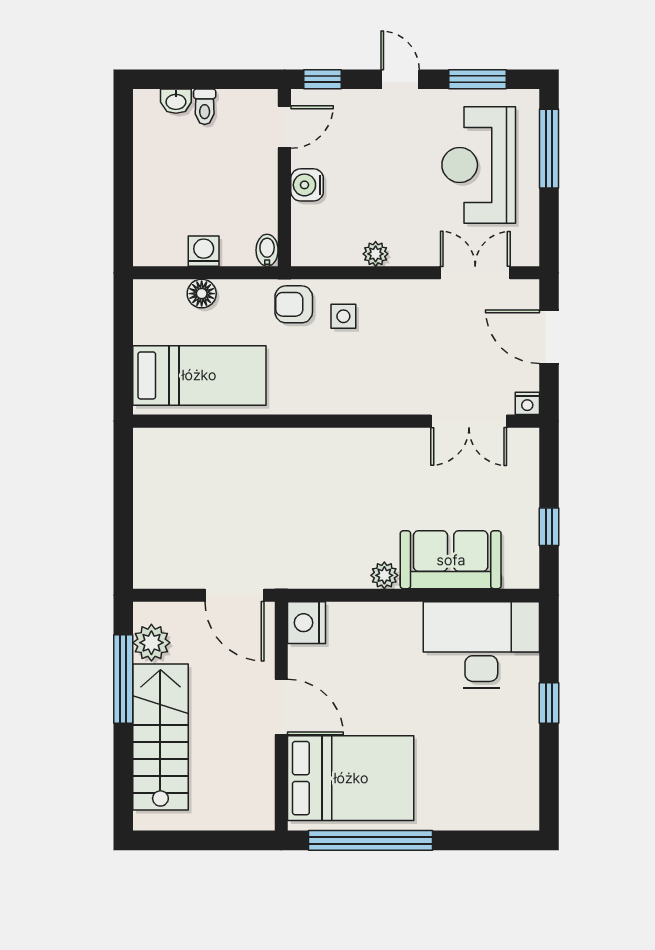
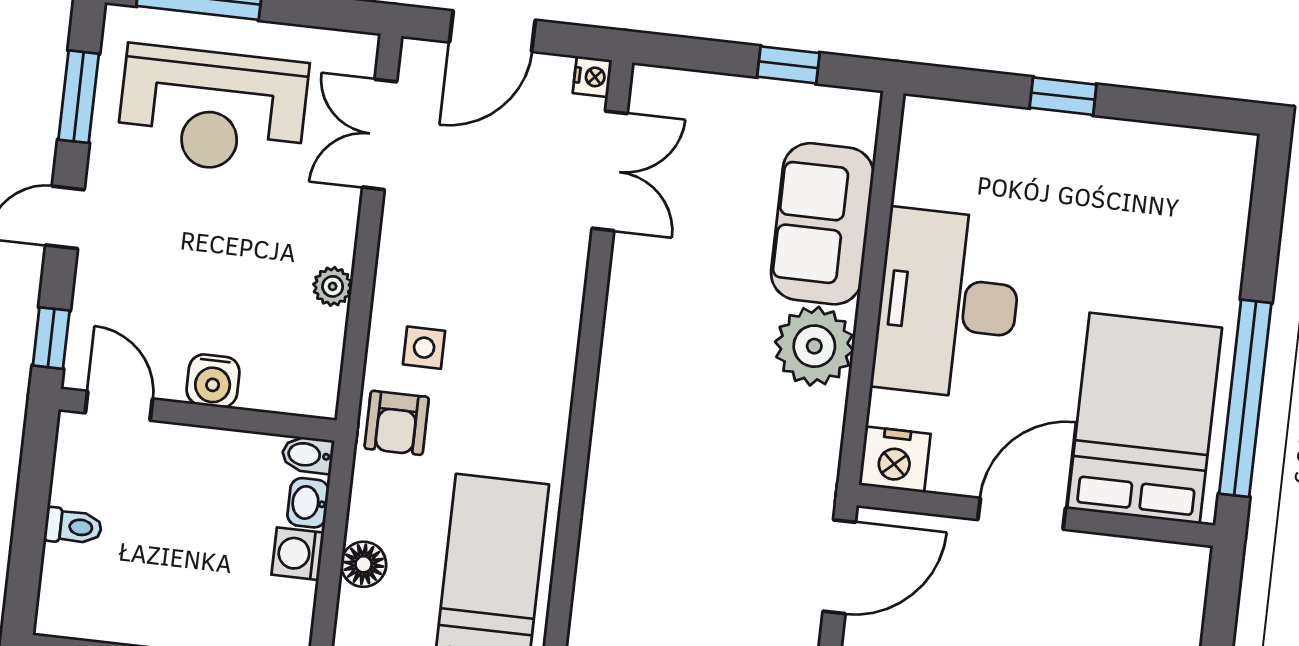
washbasin: (176, 101) -> (308, 503), moved, turned 180
plant: (384, 575) -> (814, 346), width x1.87, depth x1.87
desk: (481, 645) -> (948, 304), moved

